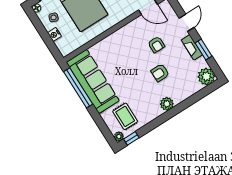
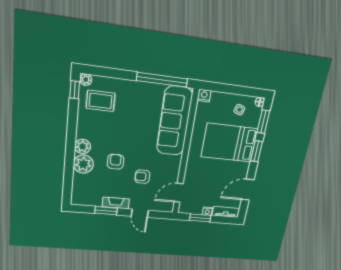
nightstand: (54, 34) -> (204, 96), moved
plant: (206, 76) -> (83, 164), moved
sofa: (93, 81) -> (174, 121), moved, turned 90

